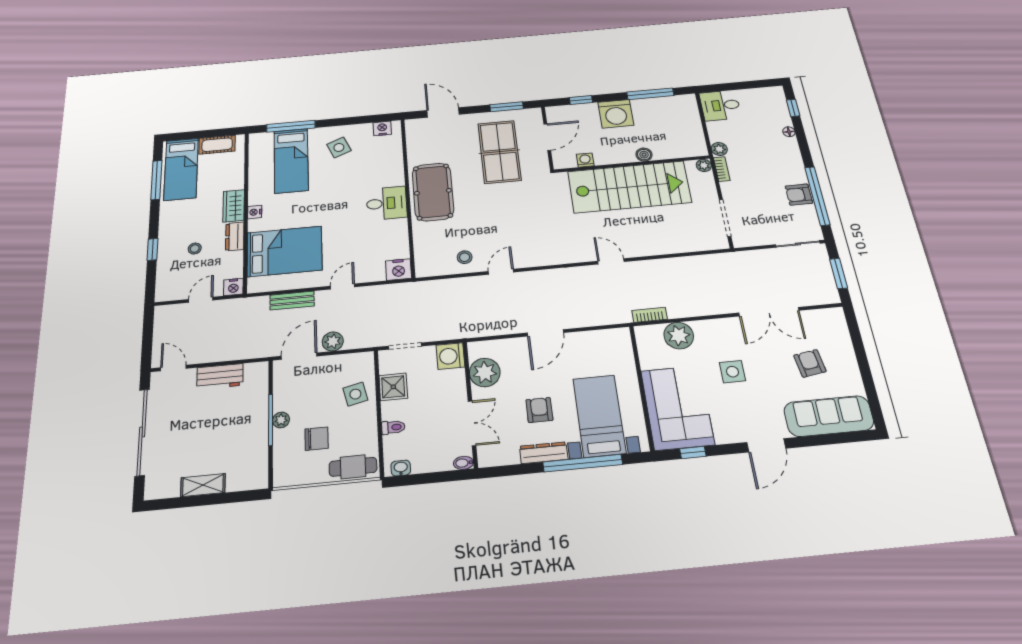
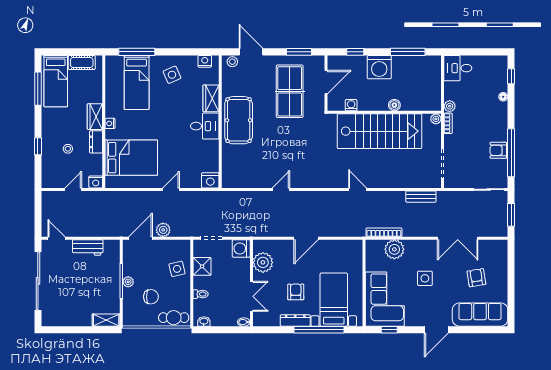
wardrobe: (393, 170) -> (211, 98), added
stool: (465, 257) -> (232, 62), moved
bench: (292, 301) -> (421, 197), moved
bookcase: (650, 315) -> (384, 232), width x1.56
shelving: (203, 485) -> (106, 320), moved

